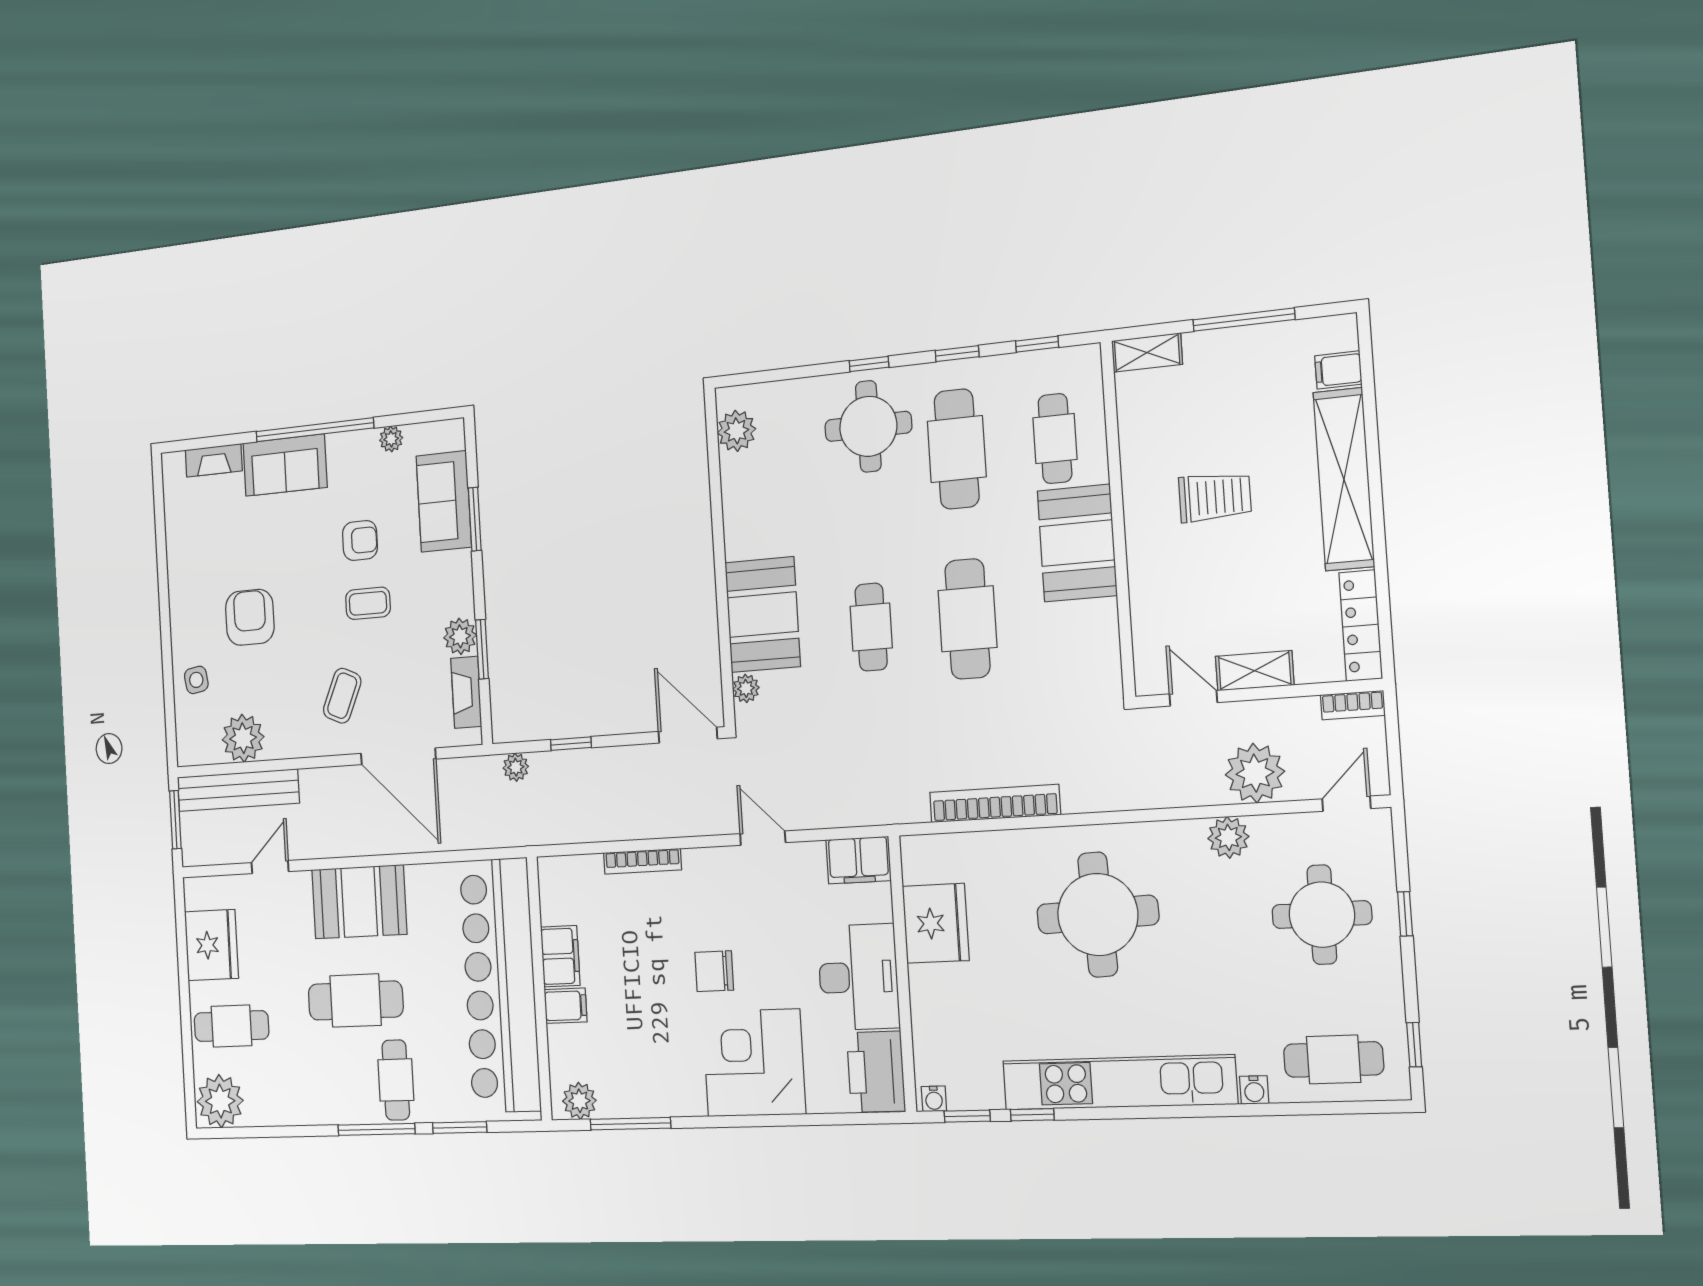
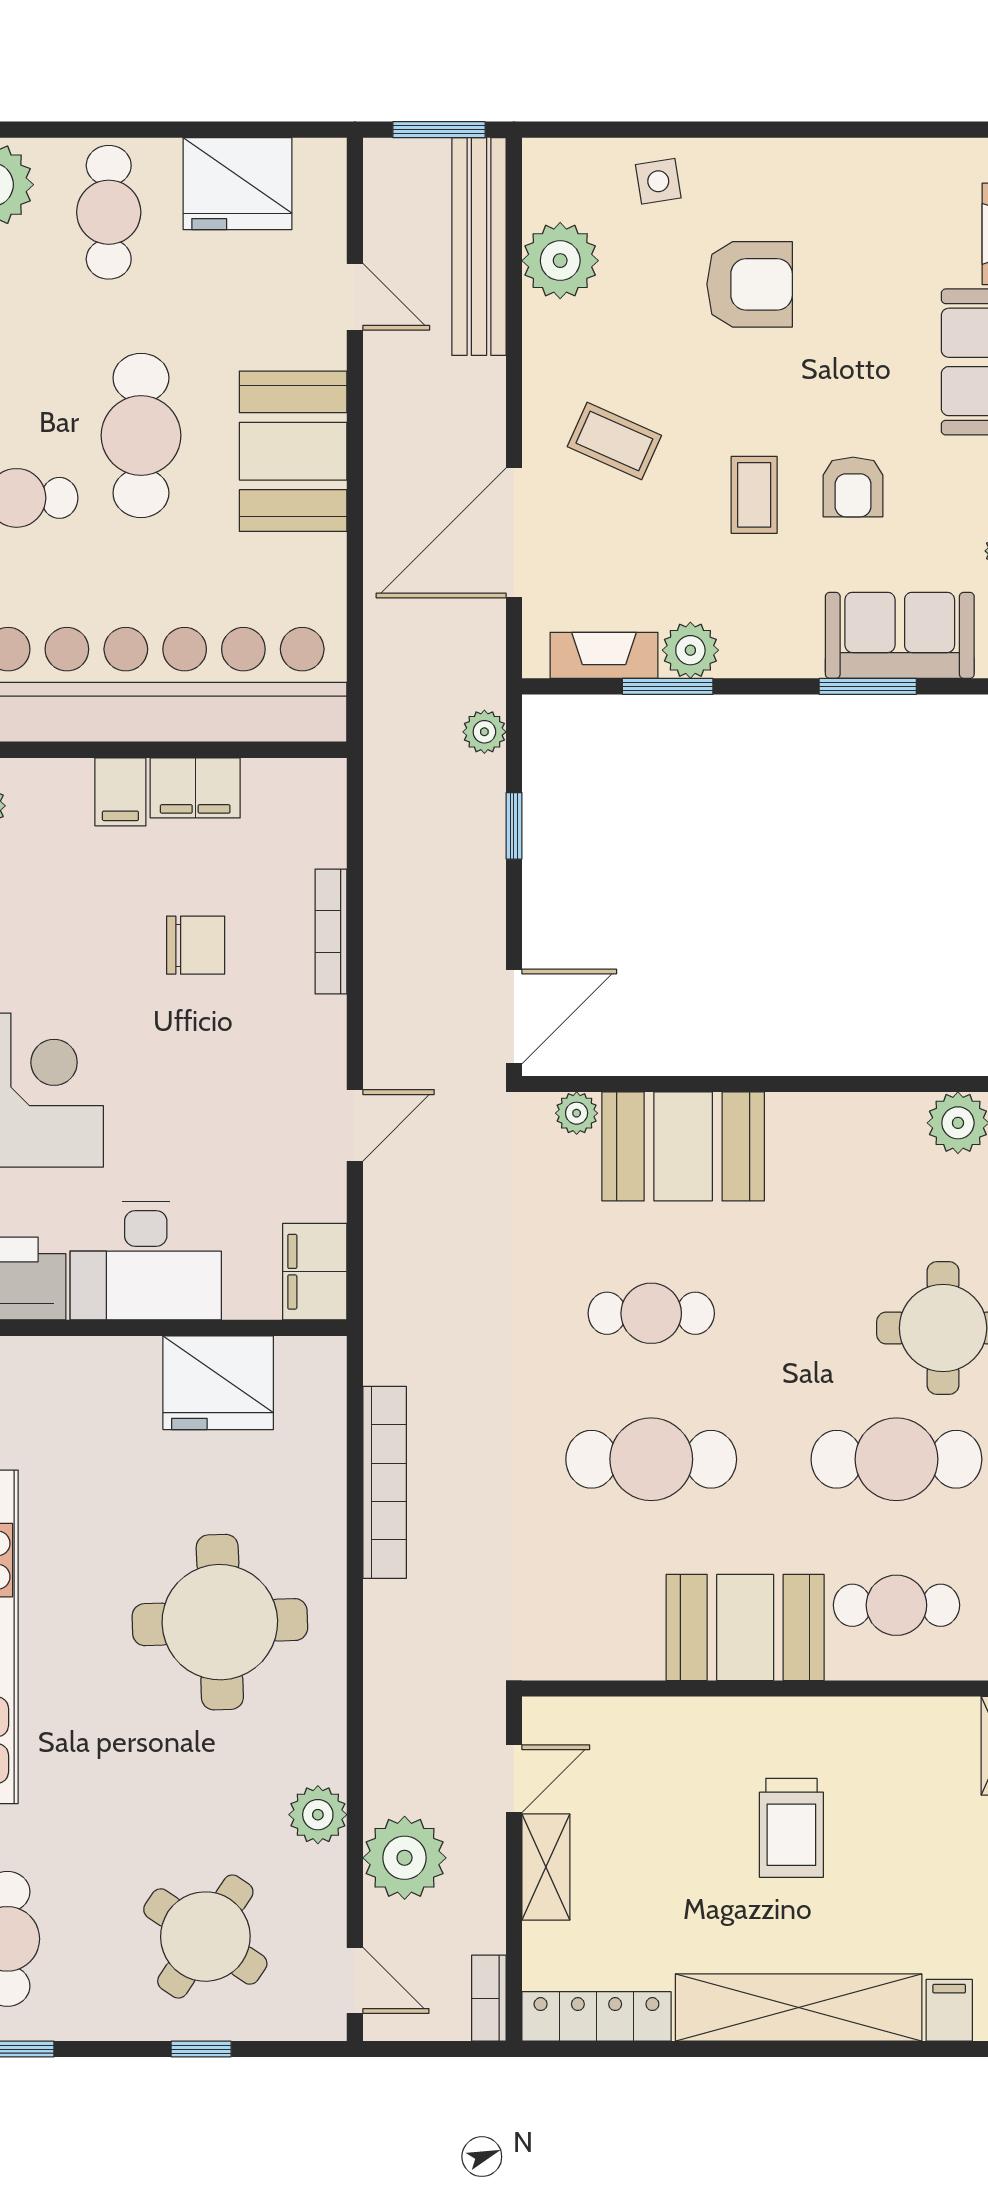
round table: (1322, 915) -> (205, 1937), turned 34
chair: (714, 971) -> (196, 945), moved, turned 90

